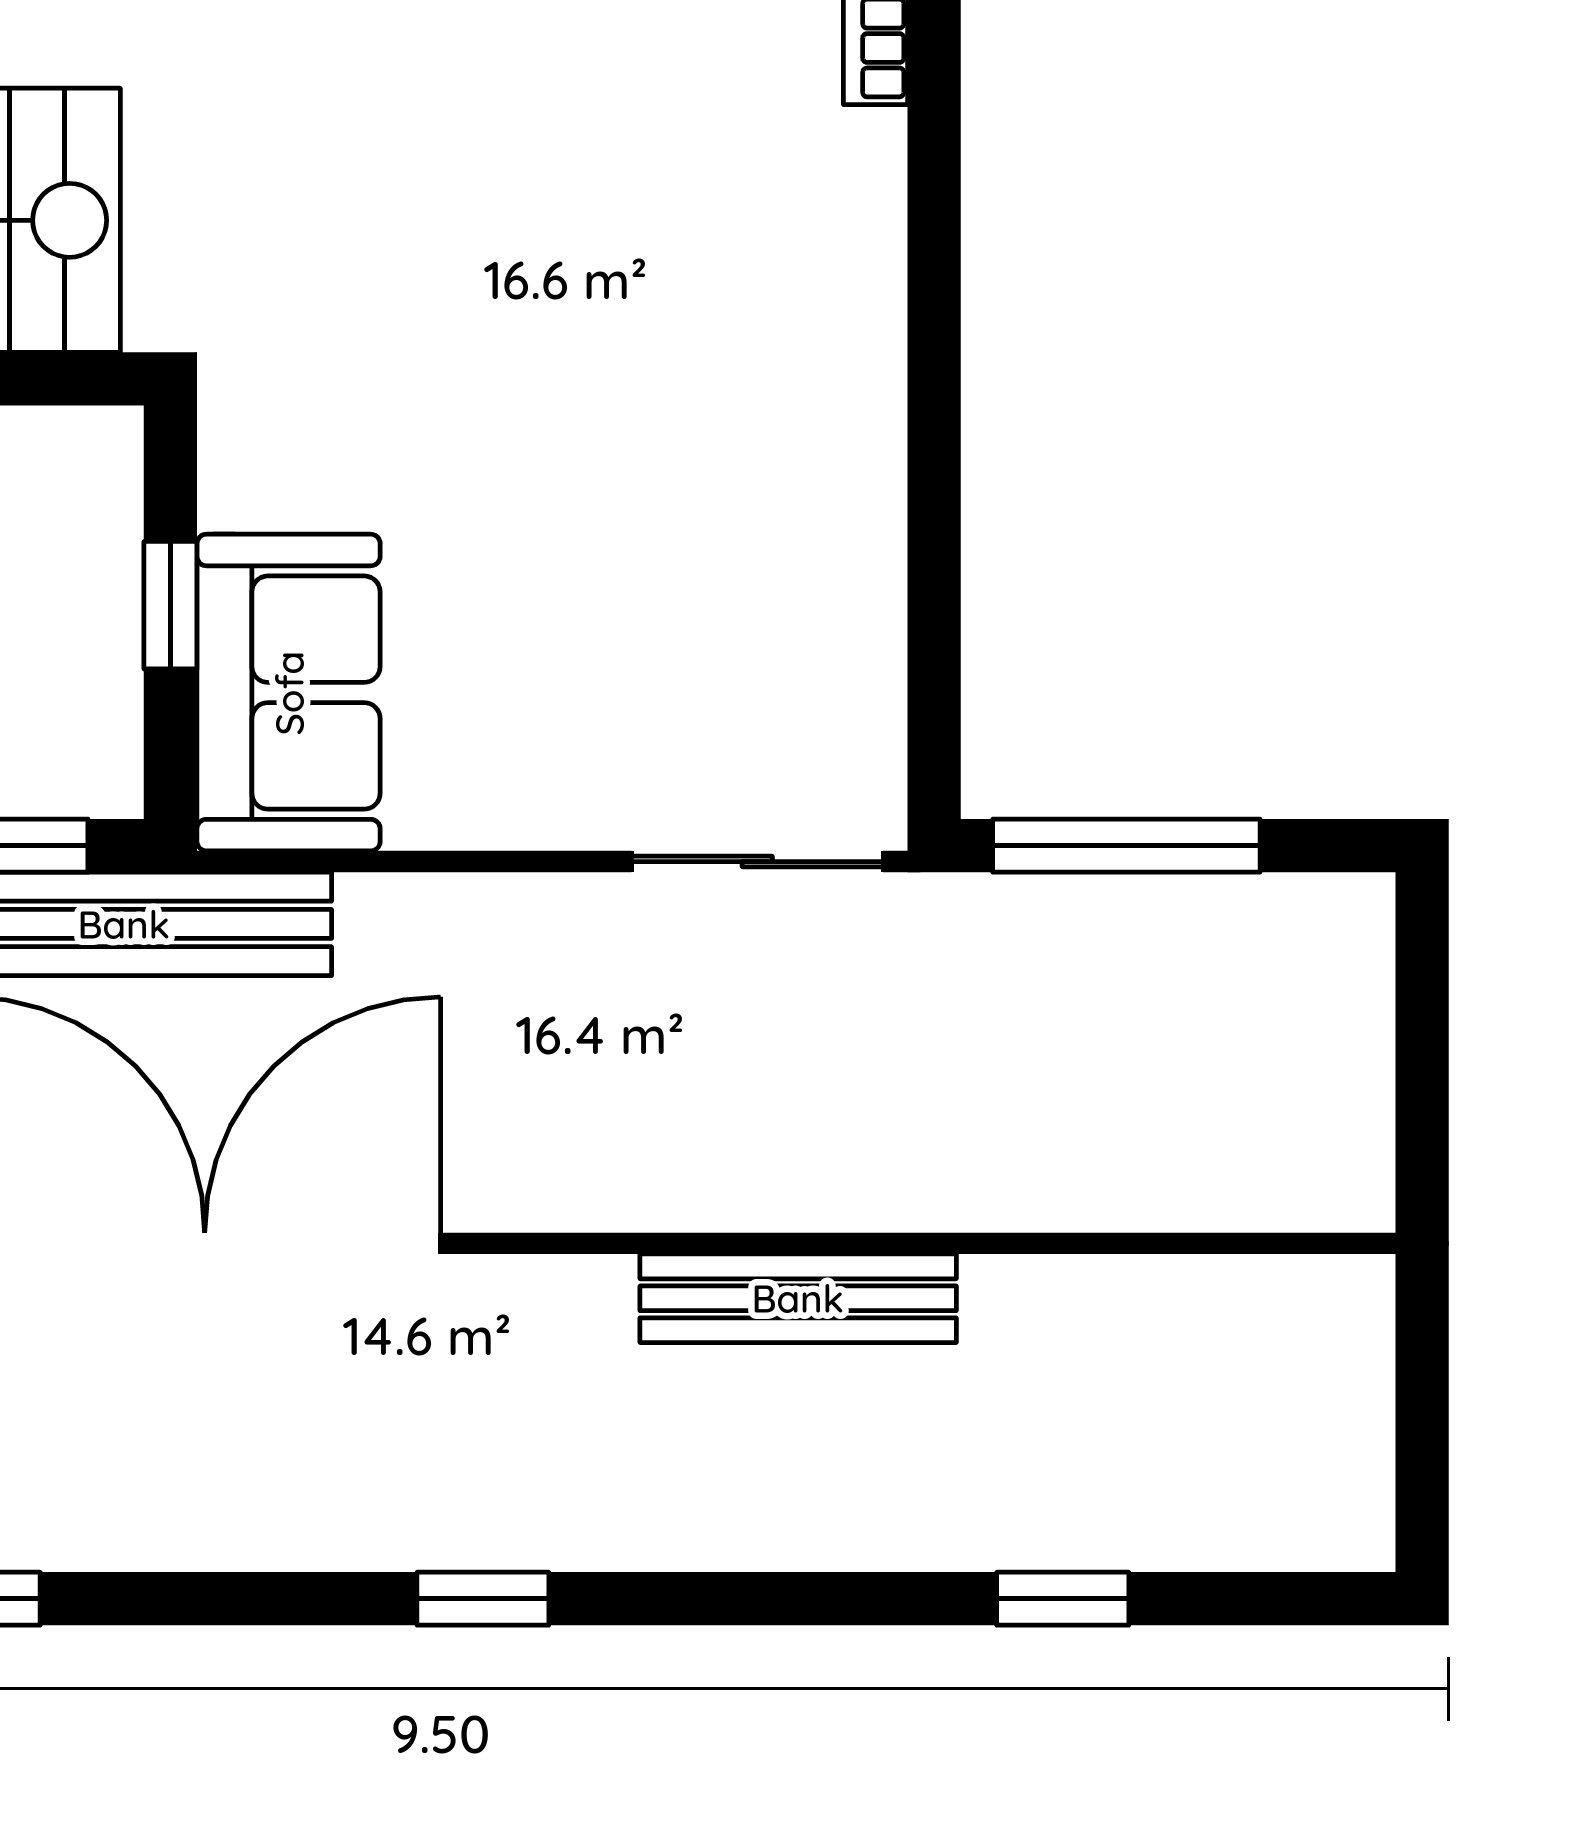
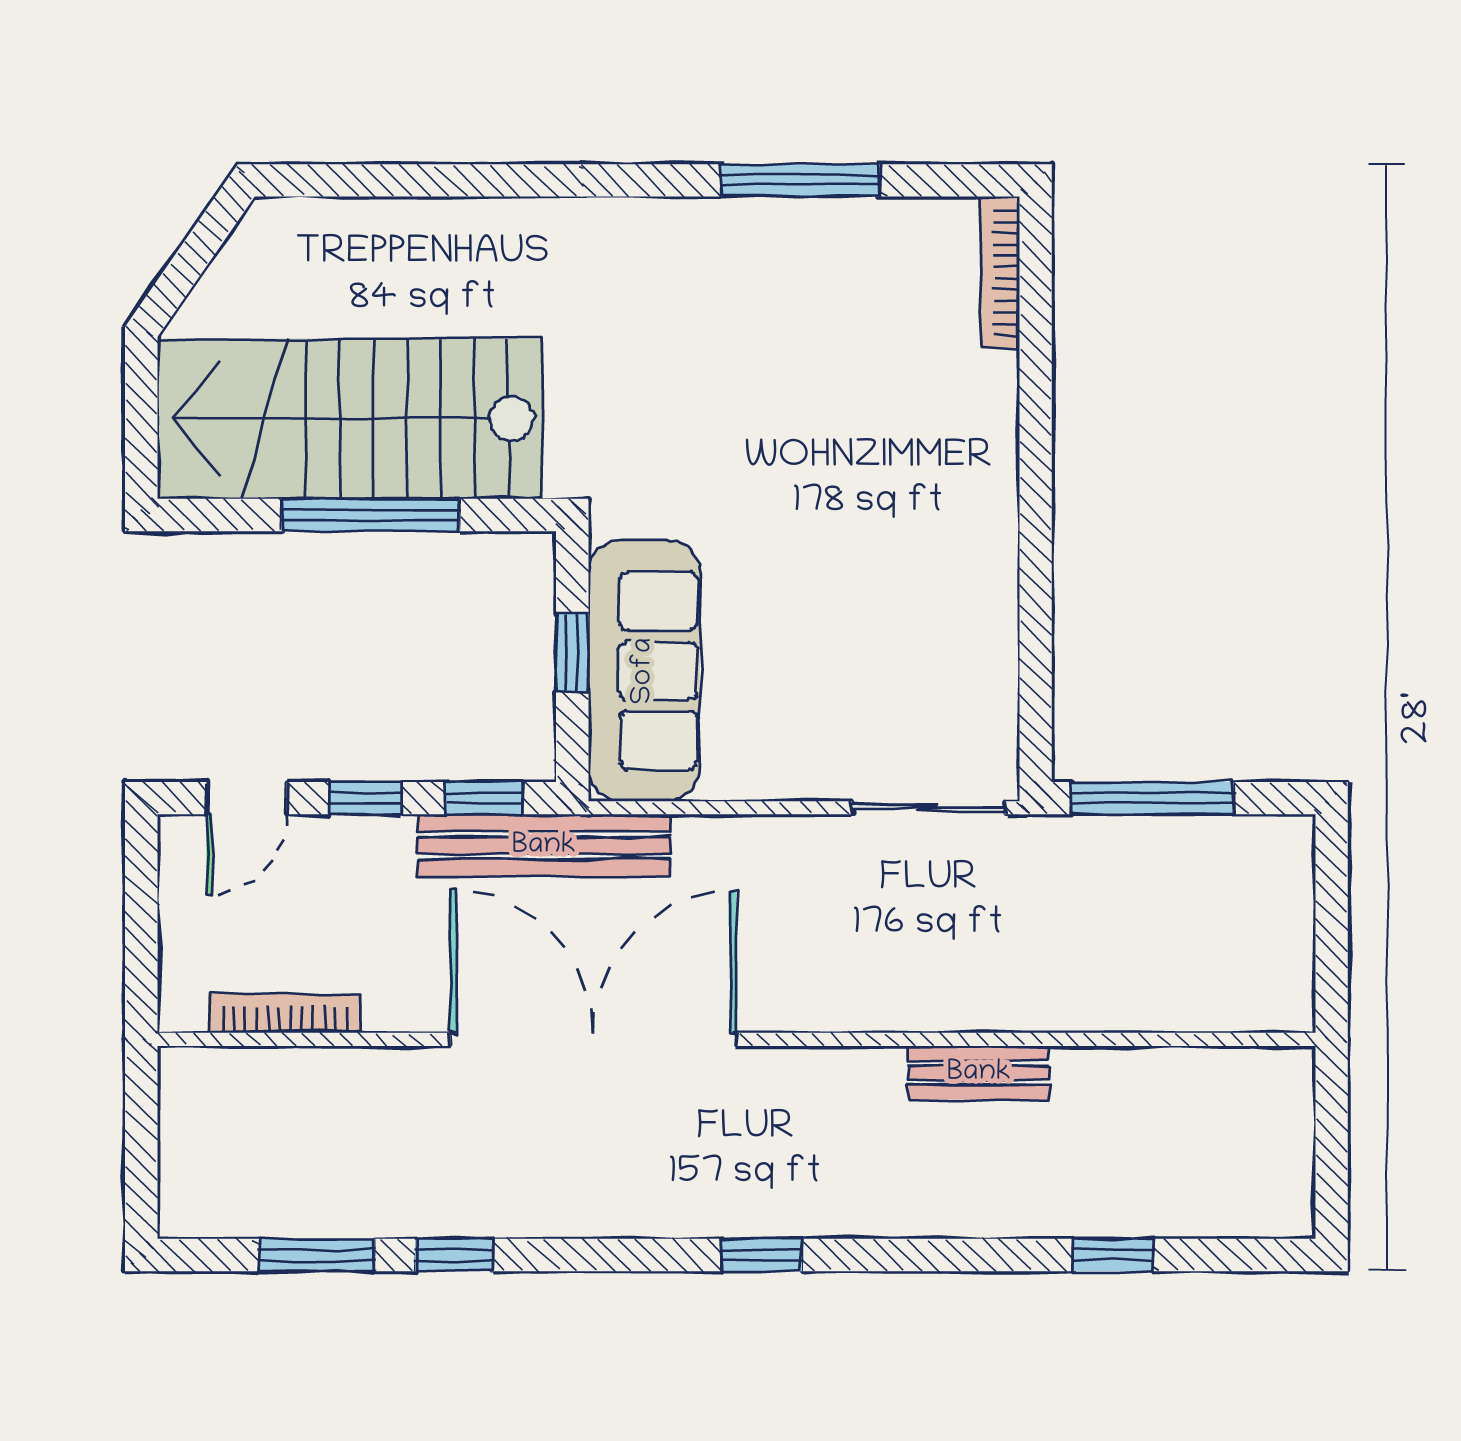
sofa: (289, 693) -> (644, 671), width x1.36
bench: (798, 1298) -> (979, 1073), width x0.73

